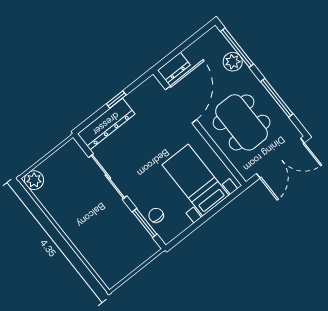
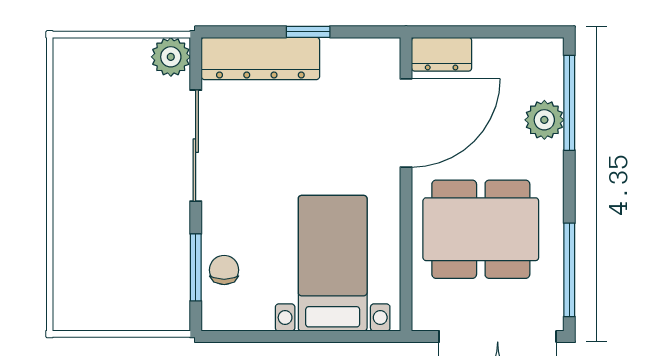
window: (277, 98) -> (569, 270), moved
dining table: (242, 122) -> (481, 229), turned 90
plant: (34, 180) -> (171, 57), moved

